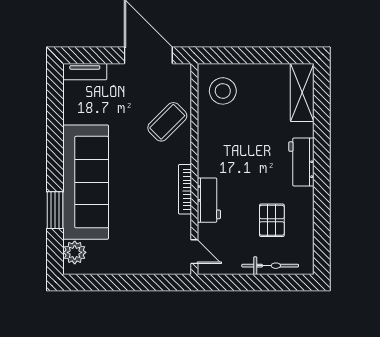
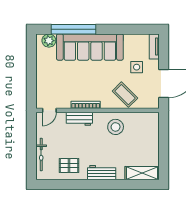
stool: (223, 91) -> (116, 127), moved
side table: (120, 102) -> (137, 67), added
window: (55, 210) -> (74, 29), width x2.11
pallet: (272, 220) -> (69, 166), moved

